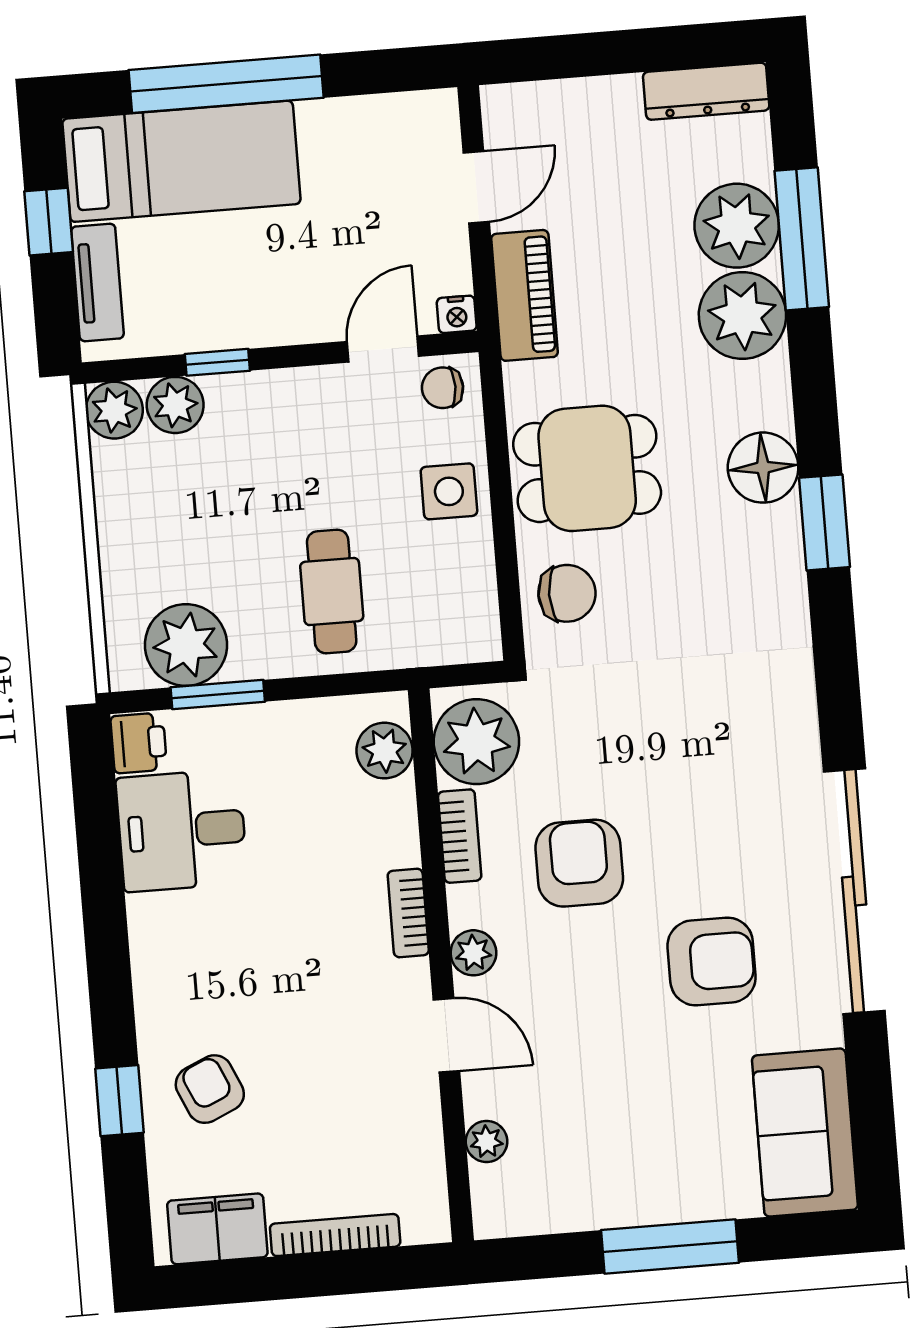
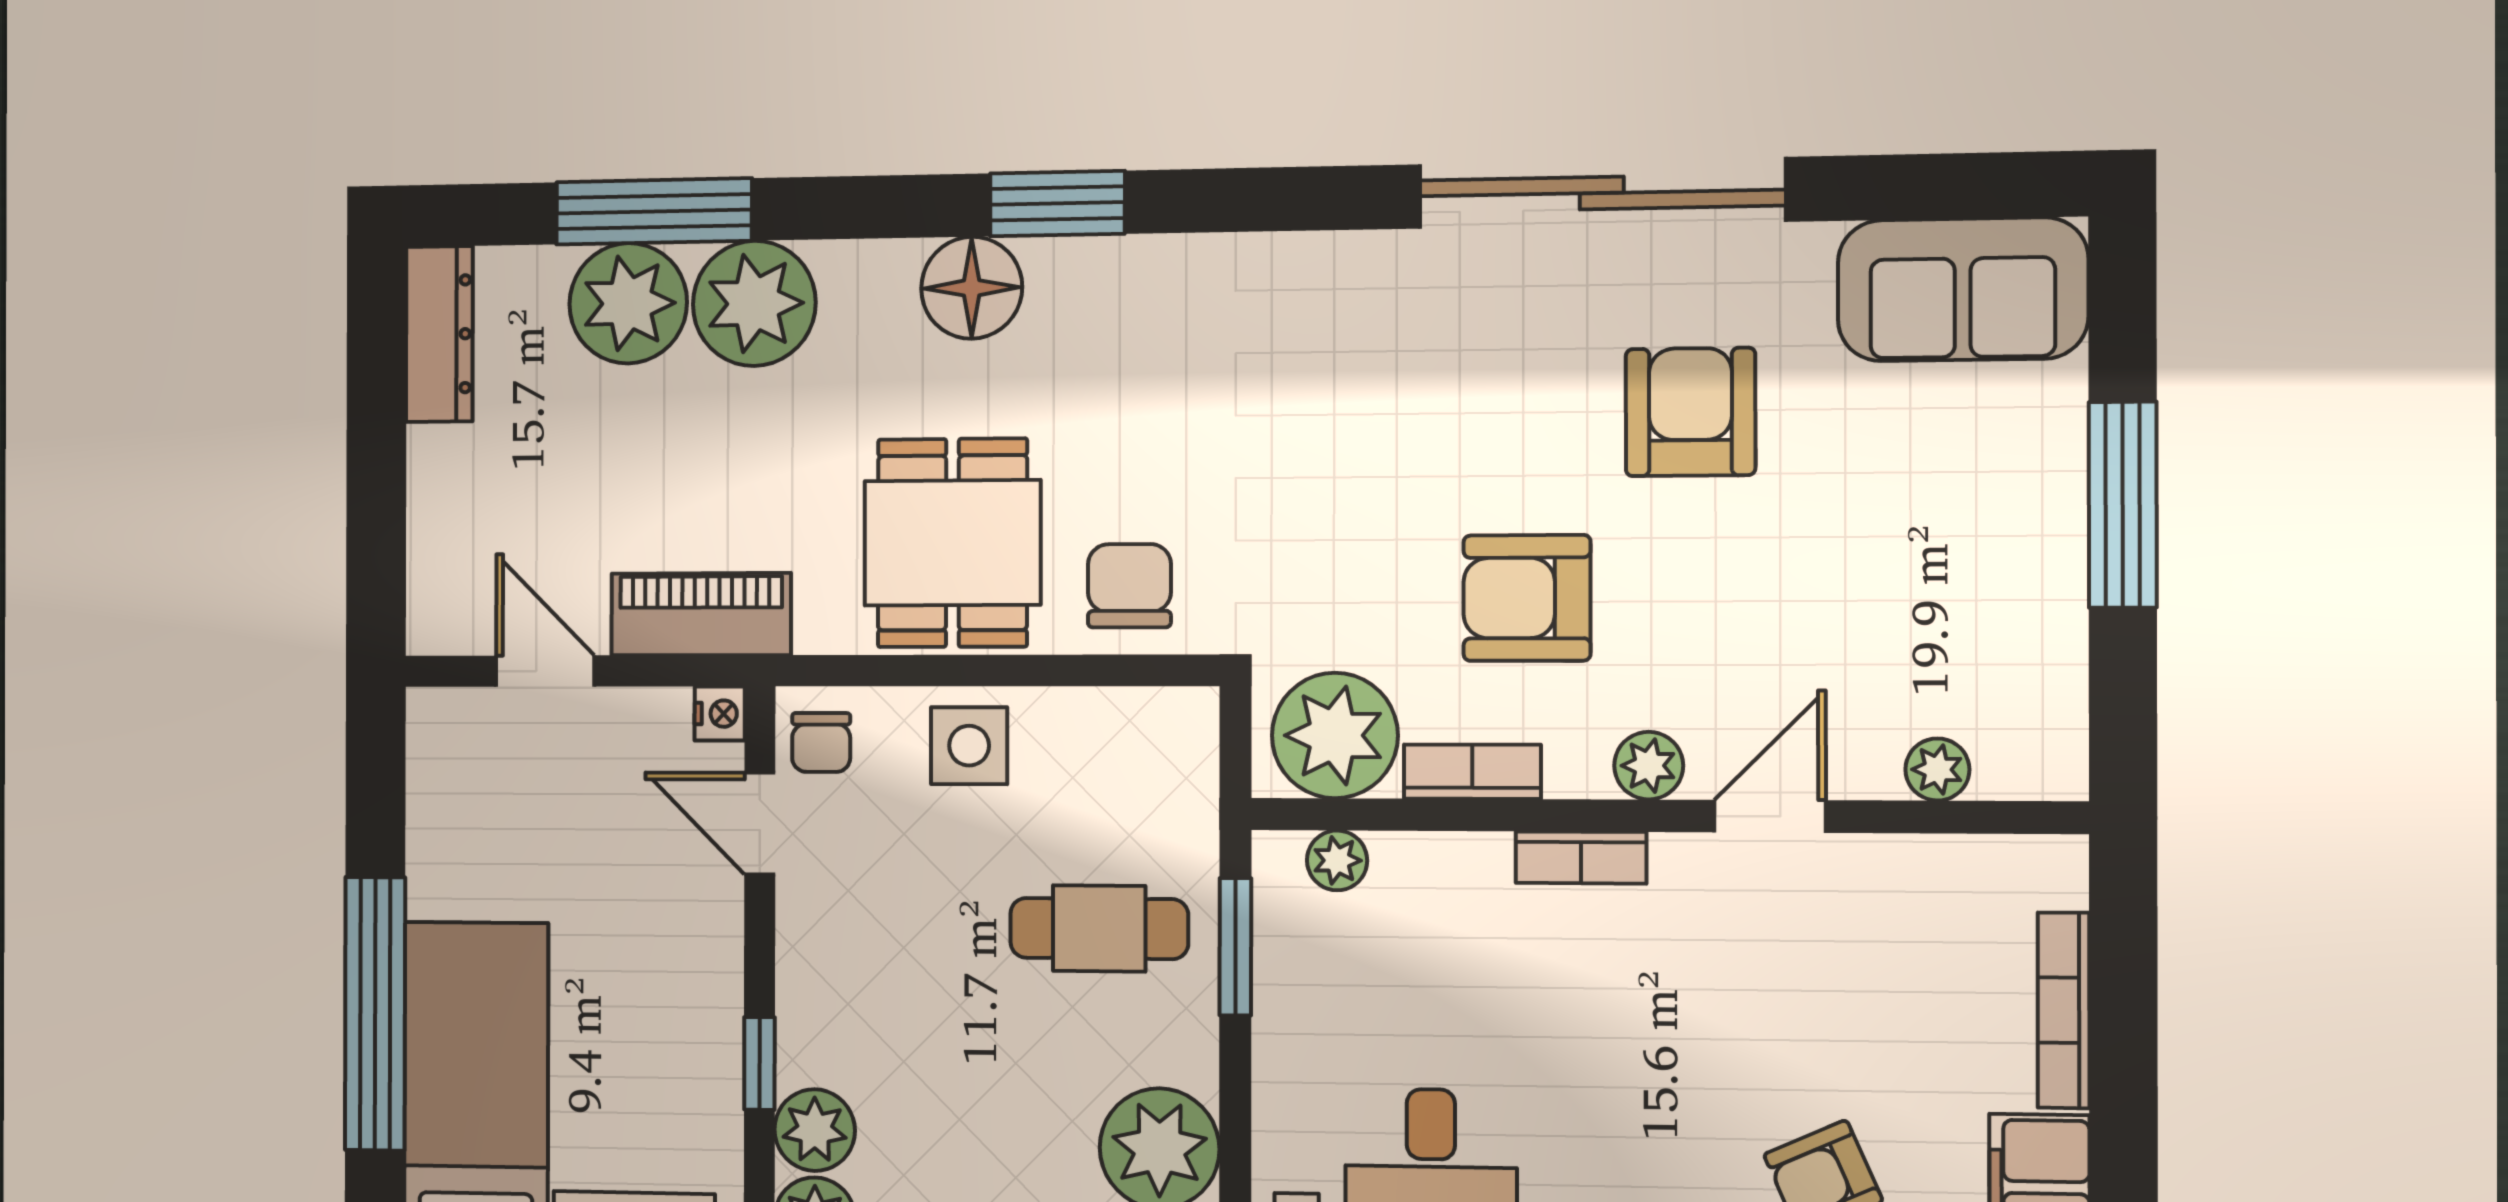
window: (218, 695) -> (1235, 947), moved
plant: (385, 751) -> (1337, 860), width x0.73, depth x0.73

